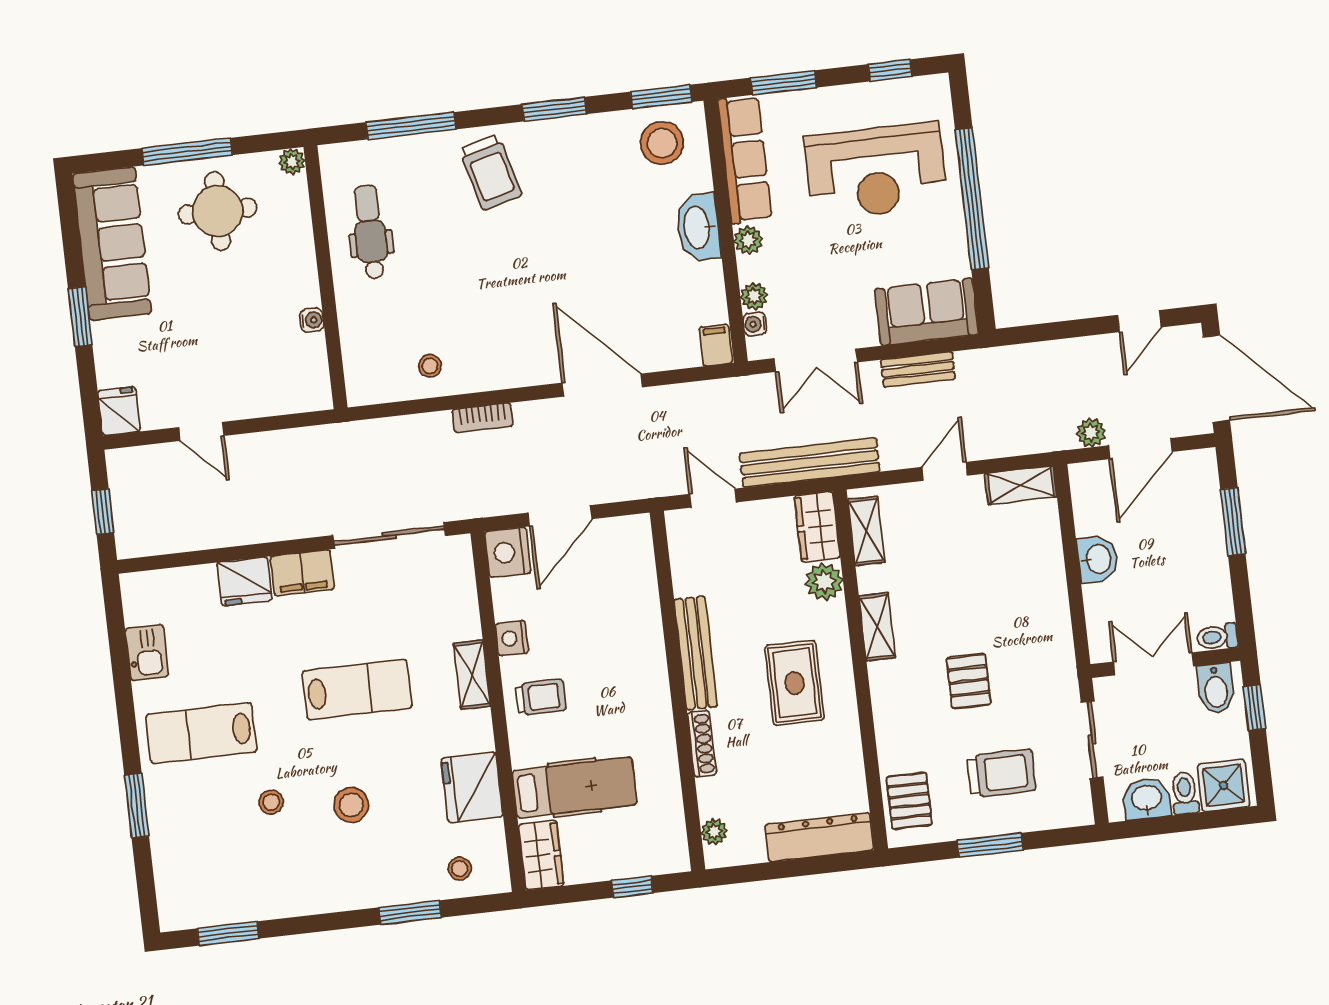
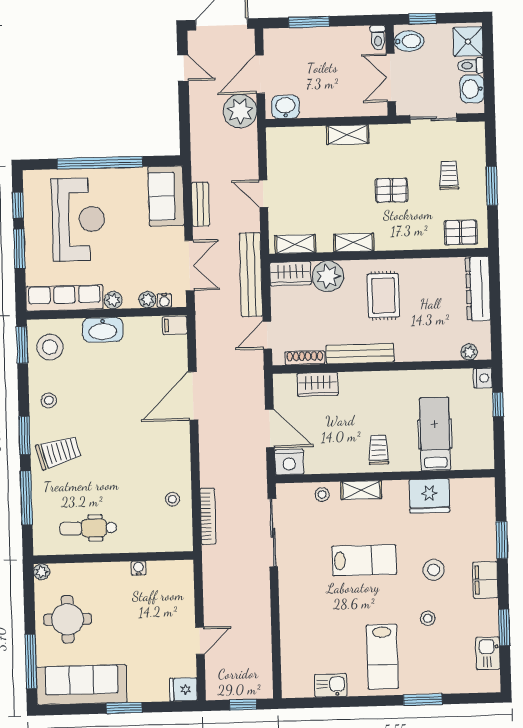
window: (783, 83) -> (19, 249), moved
window: (554, 109) -> (25, 435), moved
stool: (574, 149) -> (49, 400), added
window: (187, 152) -> (31, 662), moved
bookcase: (483, 418) -> (208, 516), moved, width x1.56
plant: (1091, 433) -> (240, 111), width x1.88, depth x1.88
door: (1140, 449) -> (260, 74), swing flipped
shelving: (1021, 485) -> (348, 135), moved, turned 90
washbasin: (1097, 559) -> (285, 107), moved
filing cabinet: (302, 573) -> (485, 580), moved, turned 180
fridge: (245, 581) -> (293, 623), removed
plant: (824, 582) -> (328, 276), width x1.36, depth x1.36
nightstand: (512, 638) -> (483, 378), moved, turned -90
rug: (795, 683) -> (383, 296), turned 90
lab bench: (357, 689) -> (364, 560), turned 90
shoe rack: (702, 744) -> (305, 358), moved
trolley: (1001, 773) -> (449, 175), width x0.73, depth x0.72
wardrobe: (541, 855) -> (318, 384), moved, turned 180
stool: (460, 869) -> (322, 495), moved
kitchen sink: (222, 906) -> (488, 653), added
window: (228, 933) -> (504, 627), moved

